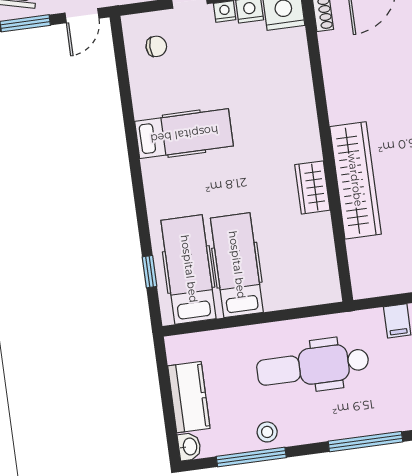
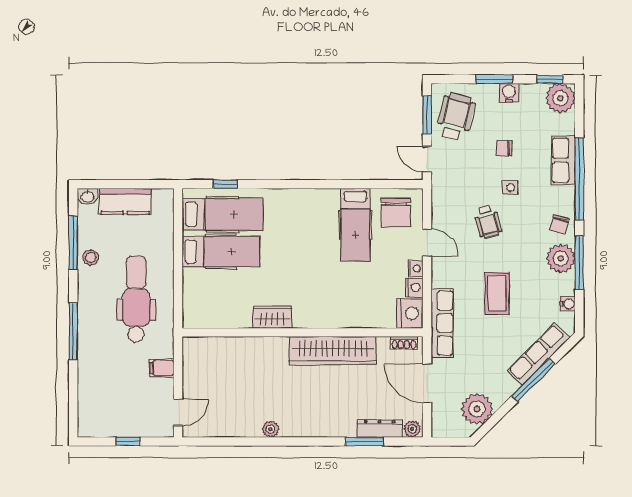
chair: (156, 46) -> (396, 213), width x1.87, depth x1.87
hospital bed: (184, 134) -> (355, 225), moved
wardrobe: (355, 180) -> (333, 351), moved

